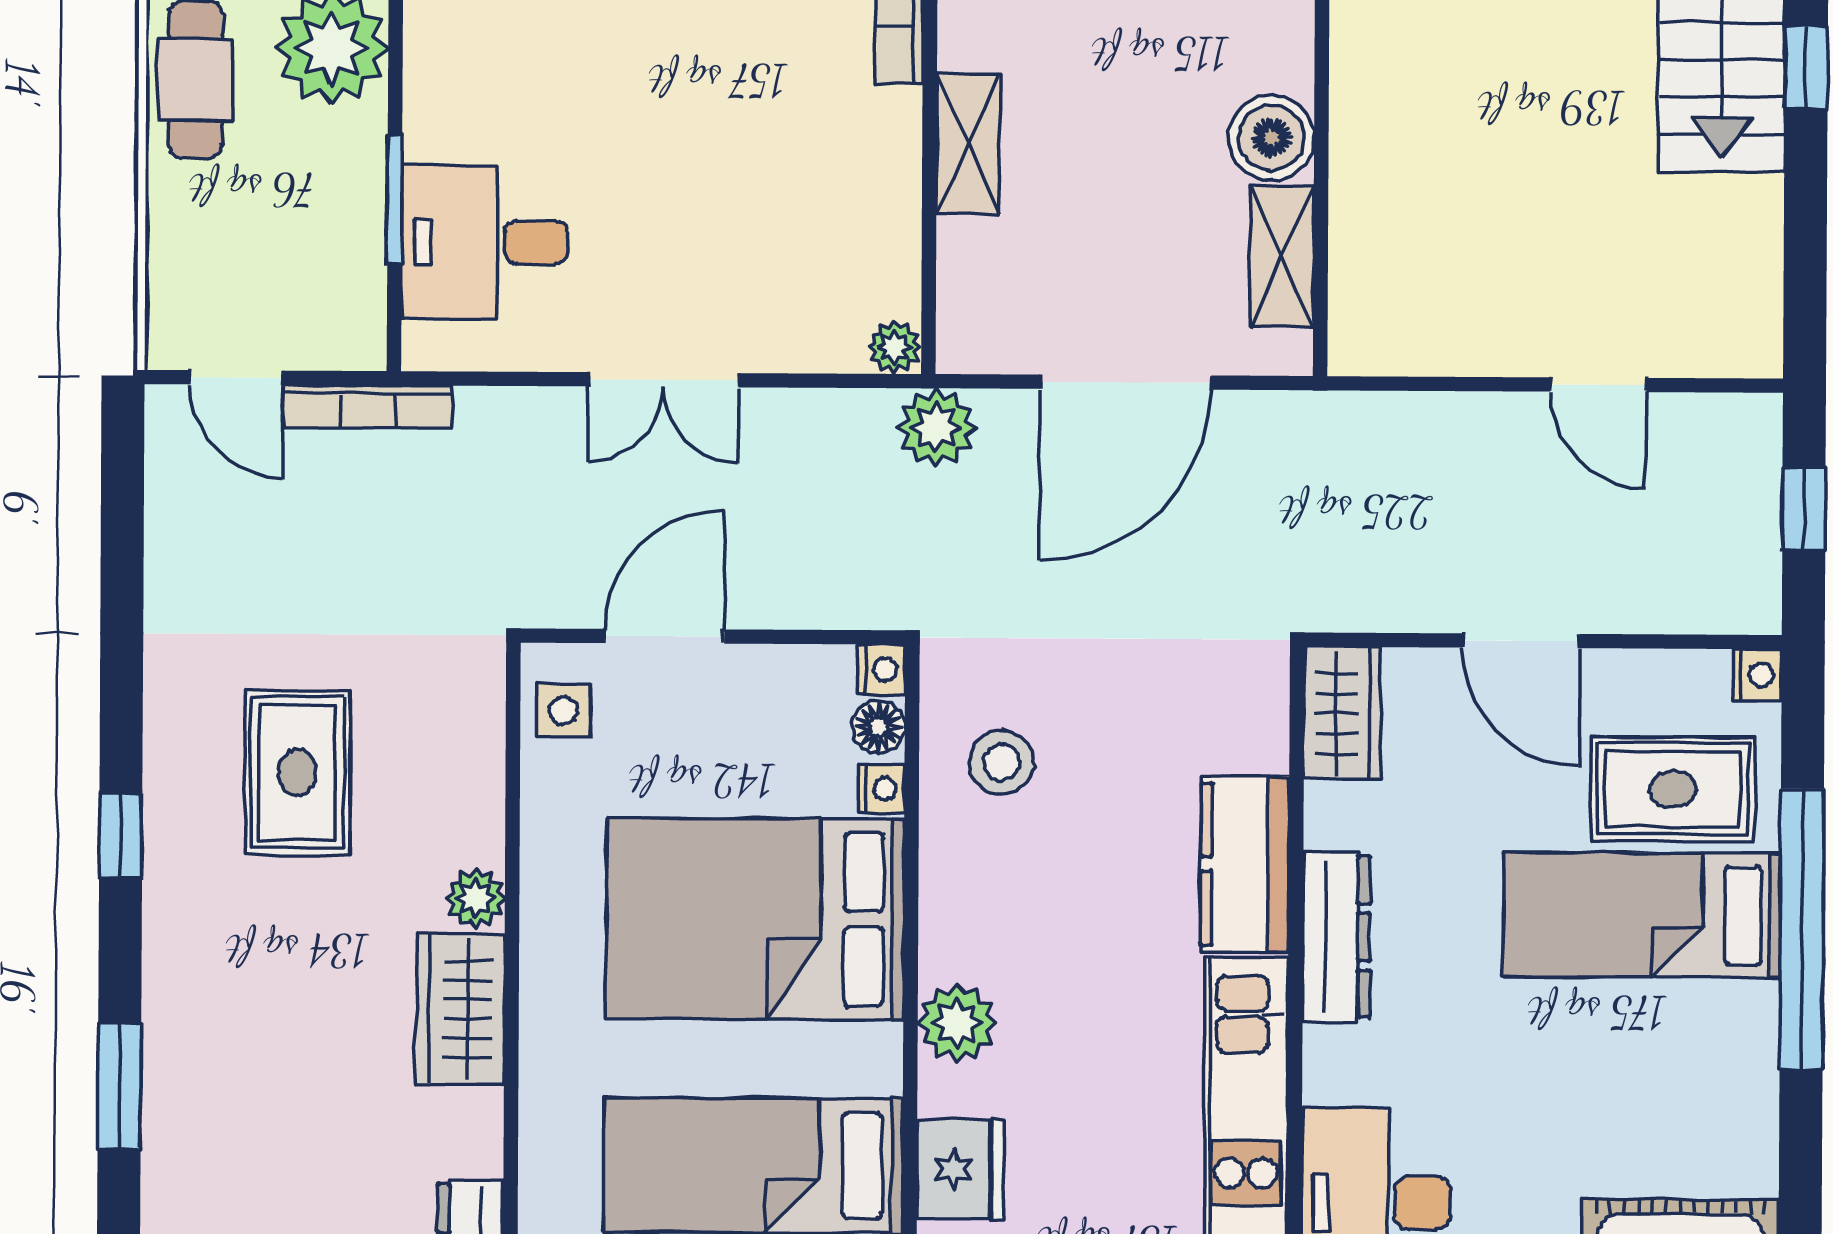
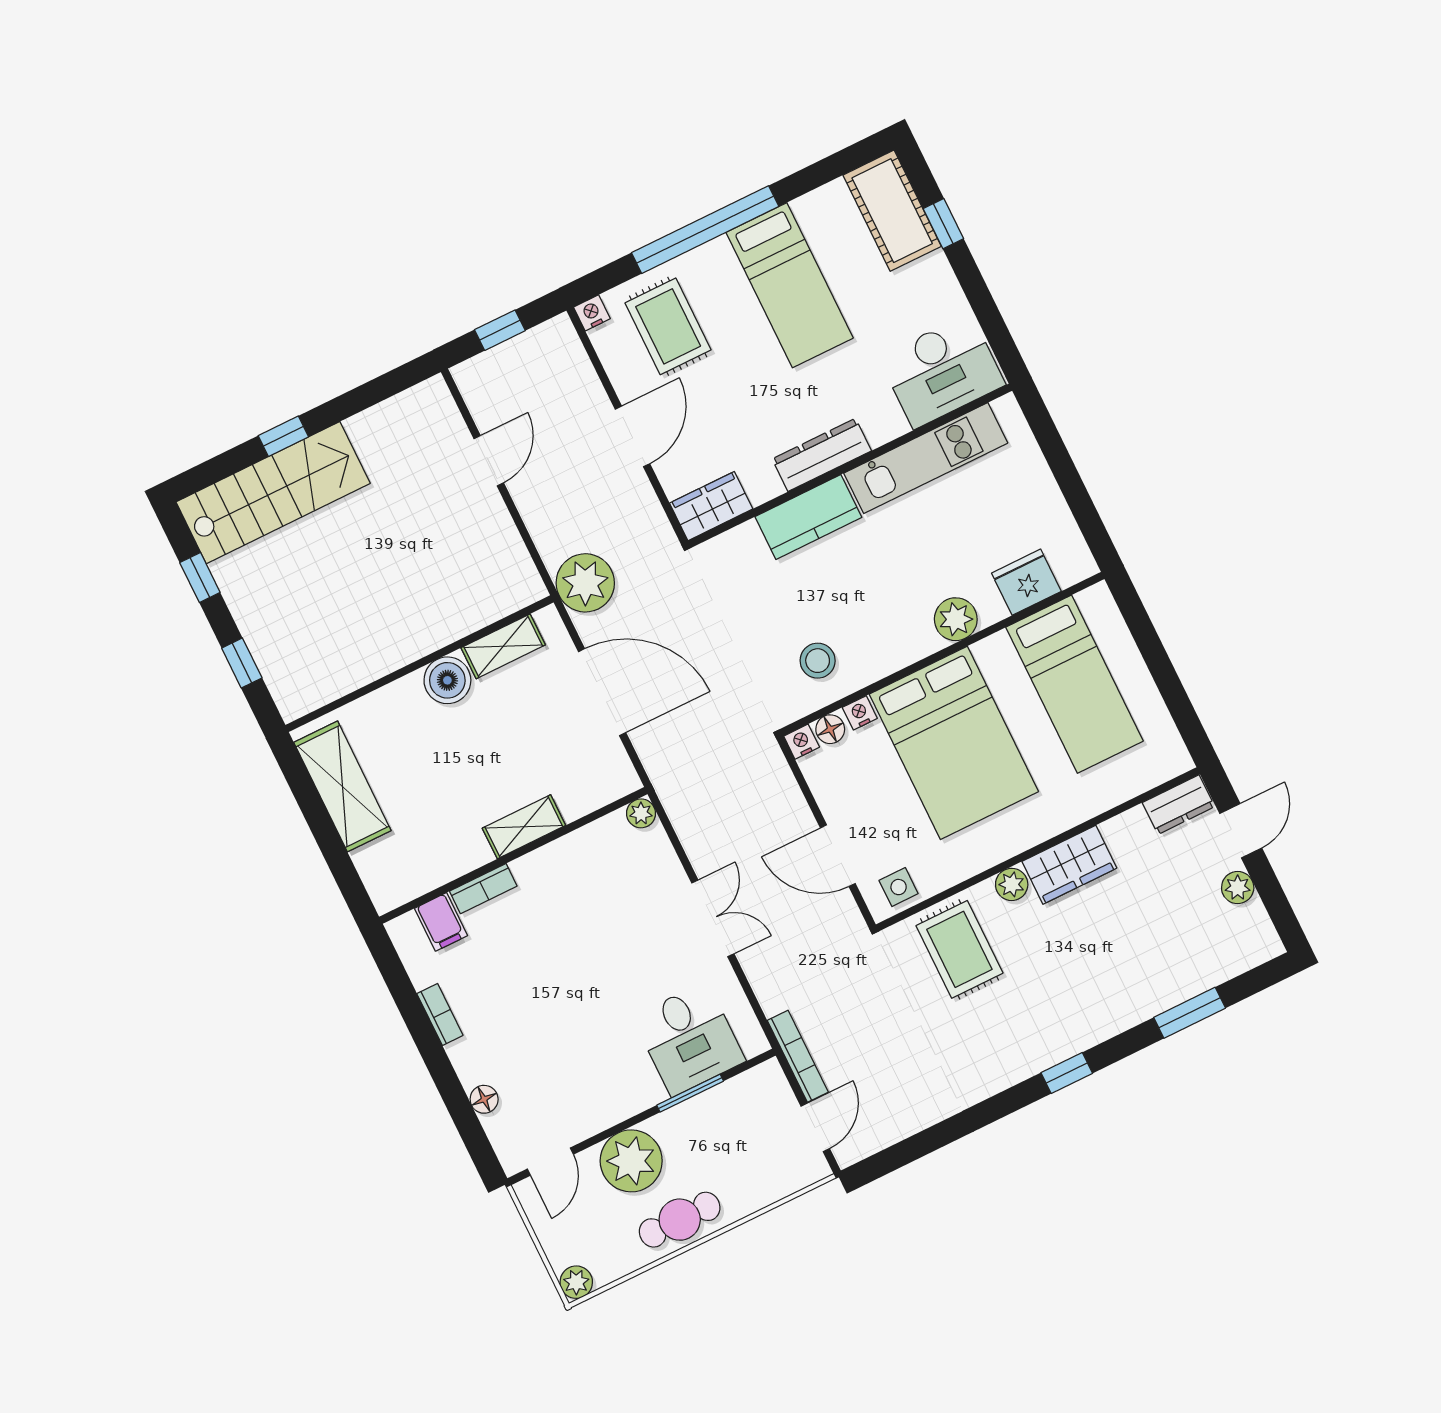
plant: (936, 428) -> (585, 583), moved, width x1.36, depth x1.36
rug: (297, 773) -> (959, 949), moved, turned 90
bed: (1642, 915) -> (790, 285), moved

